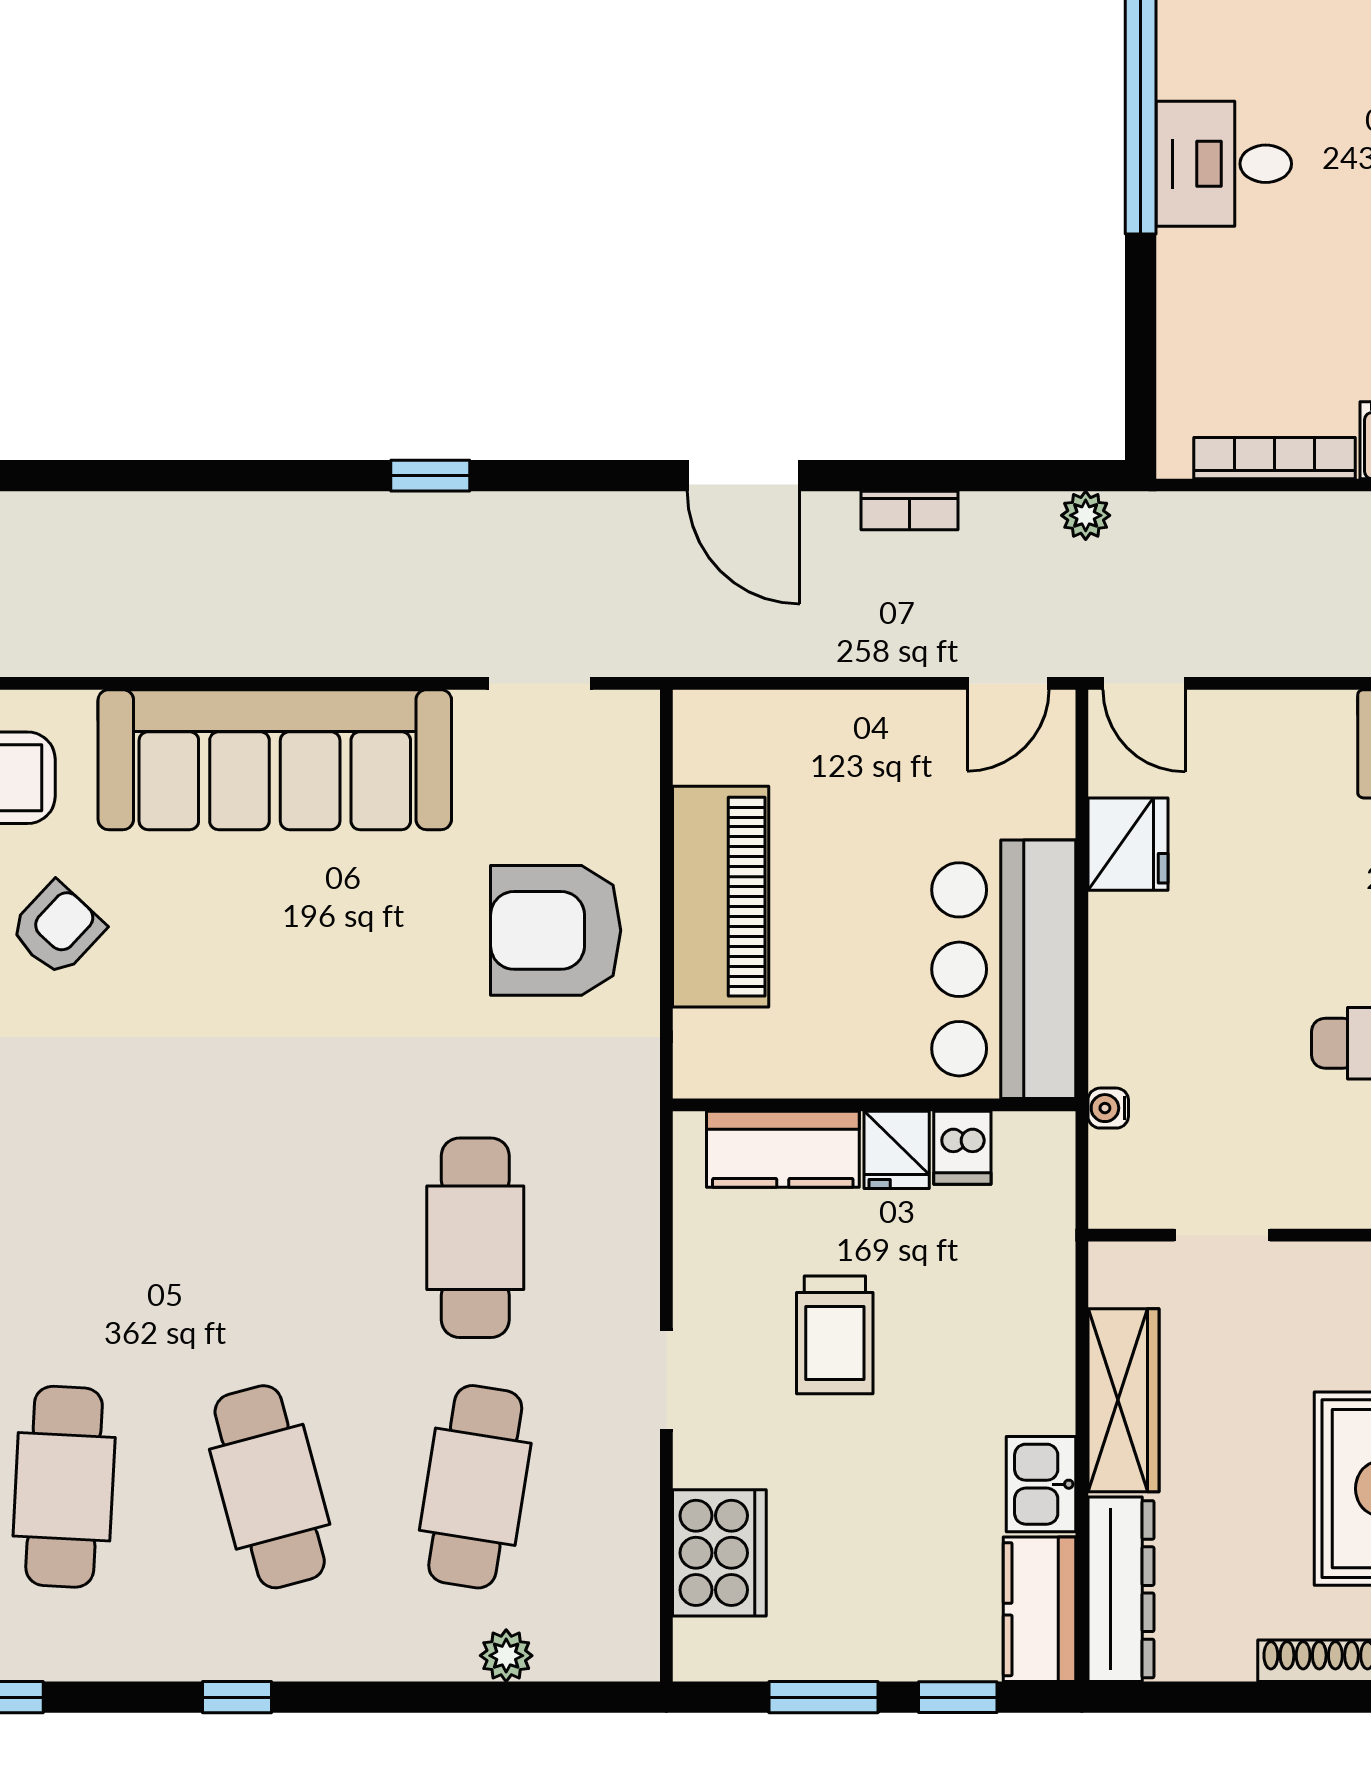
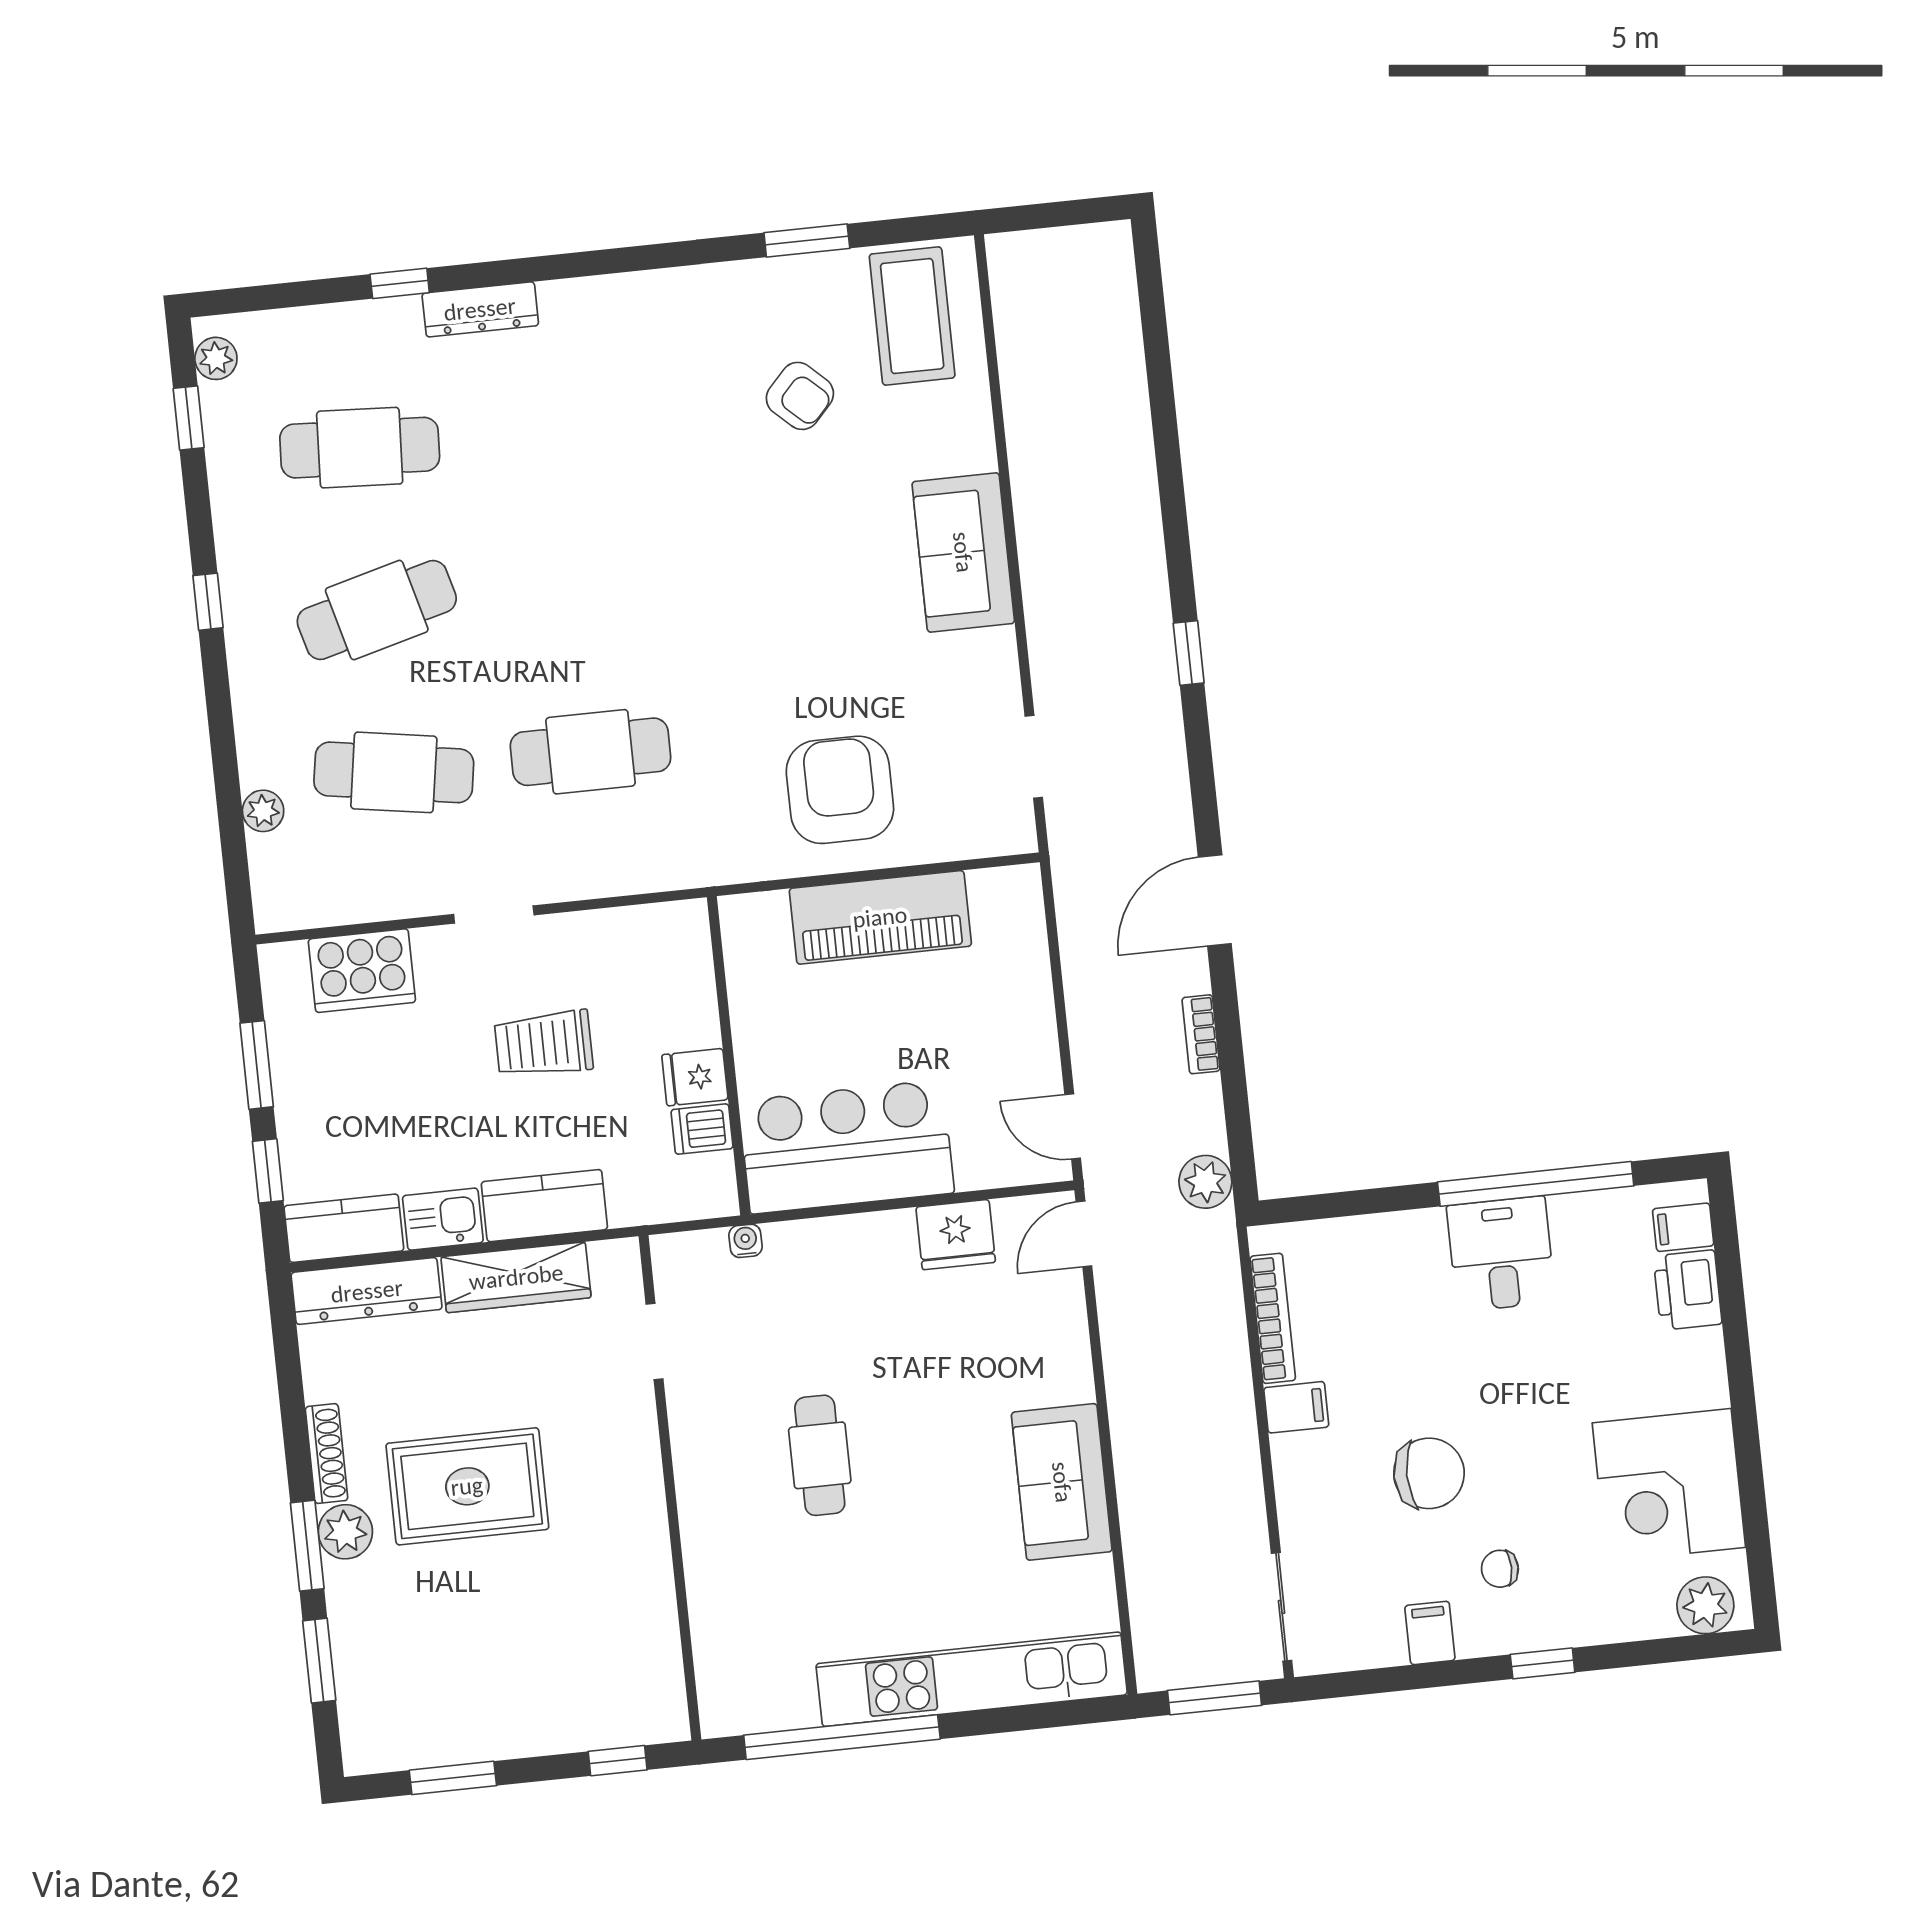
plant: (1086, 515) -> (1205, 1182), width x1.38, depth x1.38
sofa: (275, 760) -> (963, 552), width x0.54, depth x0.79
kitchen counter: (783, 1149) -> (544, 1206), moved, turned 90

